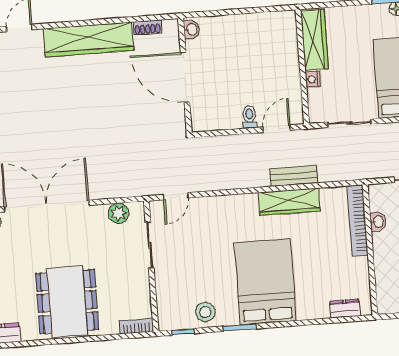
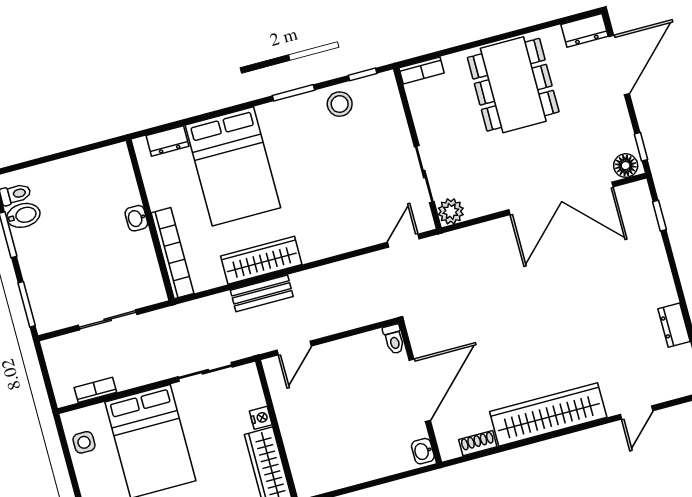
door: (185, 77) -> (420, 390), hinge flipped
toilet: (249, 117) -> (394, 339), moved
plant: (118, 213) -> (451, 211), moved
washbasin: (378, 222) -> (136, 218), moved
bed: (265, 282) -> (233, 166), moved

